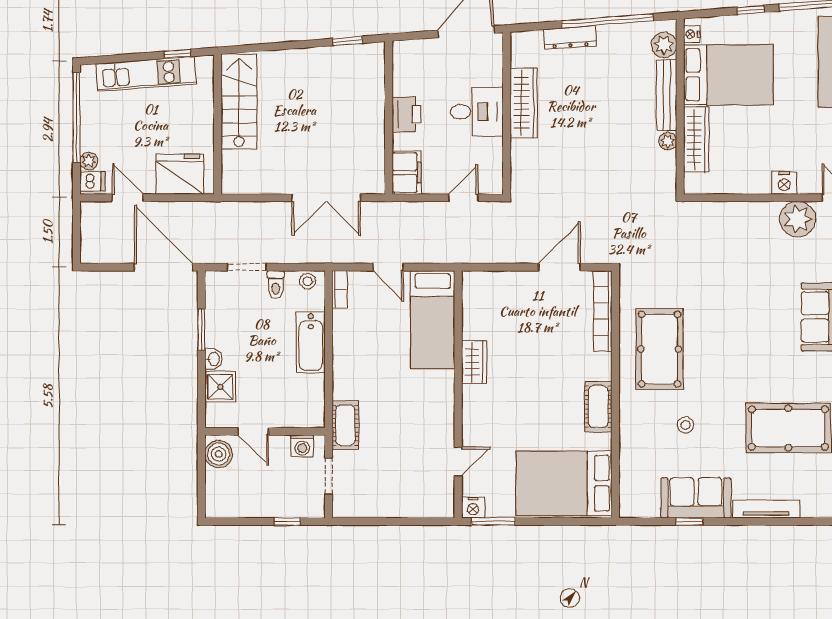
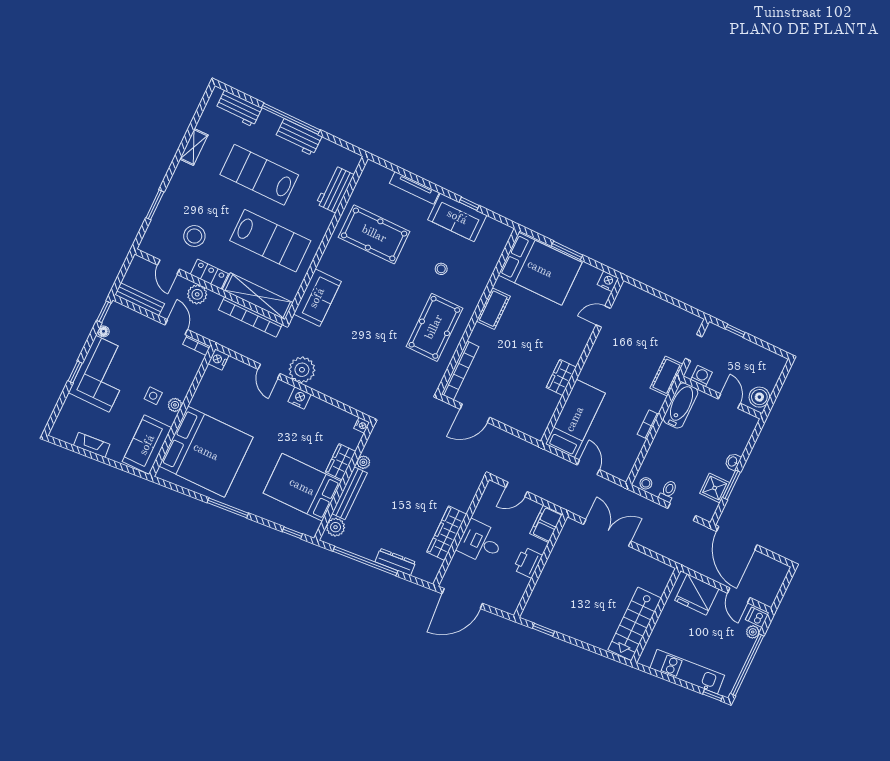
window: (751, 10) -> (292, 533), moved
nightstand: (692, 34) -> (362, 425), moved
window: (177, 54) -> (713, 695), moved
wardrobe: (696, 139) -> (341, 462), width x0.67
bookcase: (340, 289) -> (648, 424), moved
bathtub: (311, 342) -> (681, 405), moved
shower: (220, 387) -> (715, 488), moved
window: (493, 522) -> (567, 250), moved

